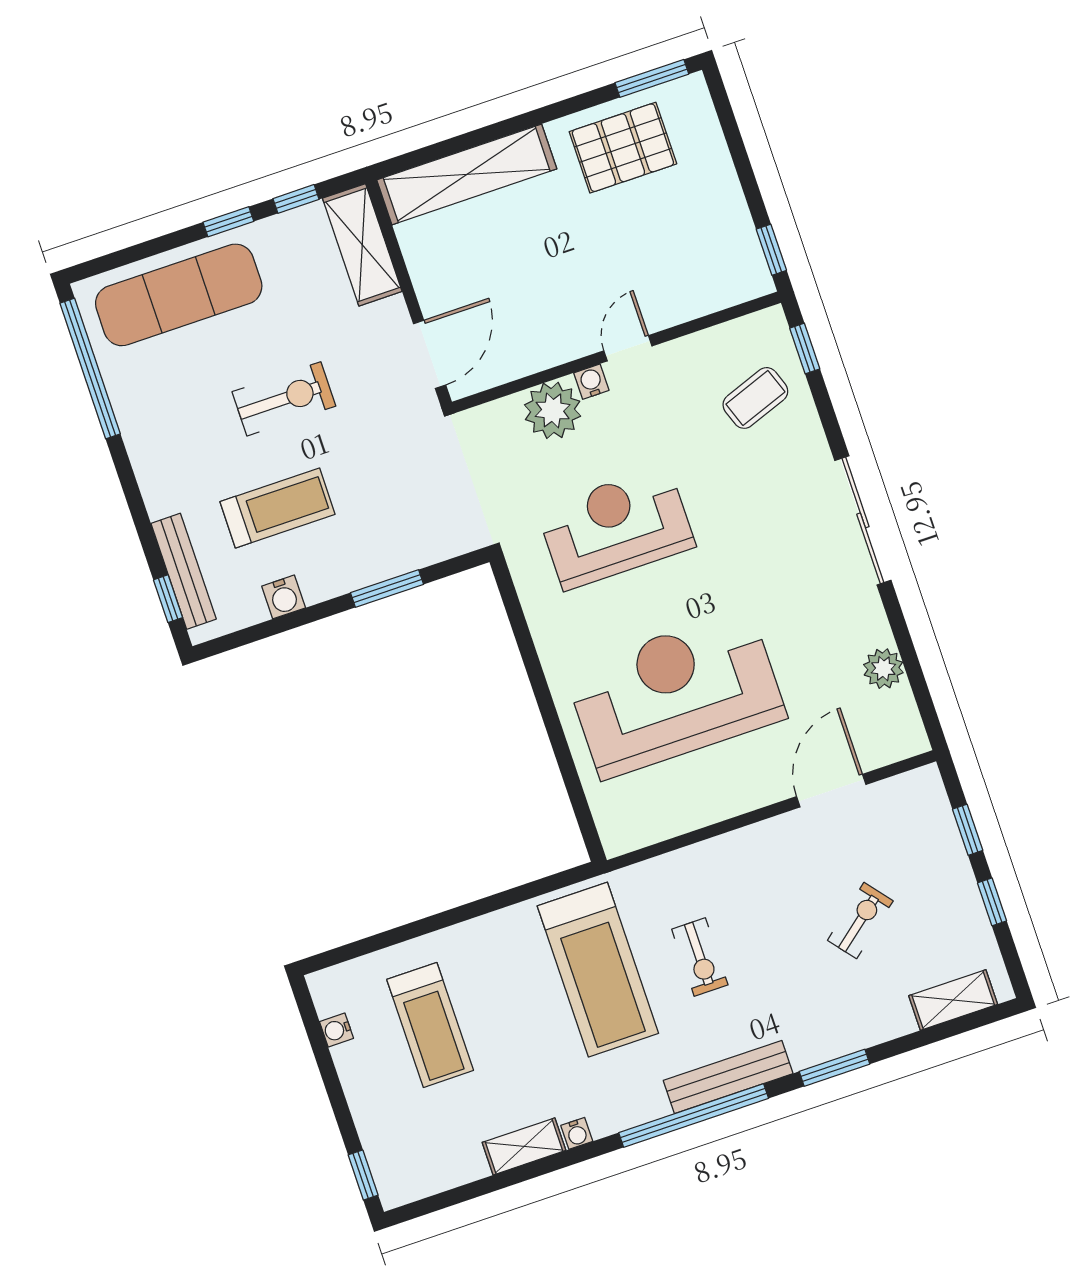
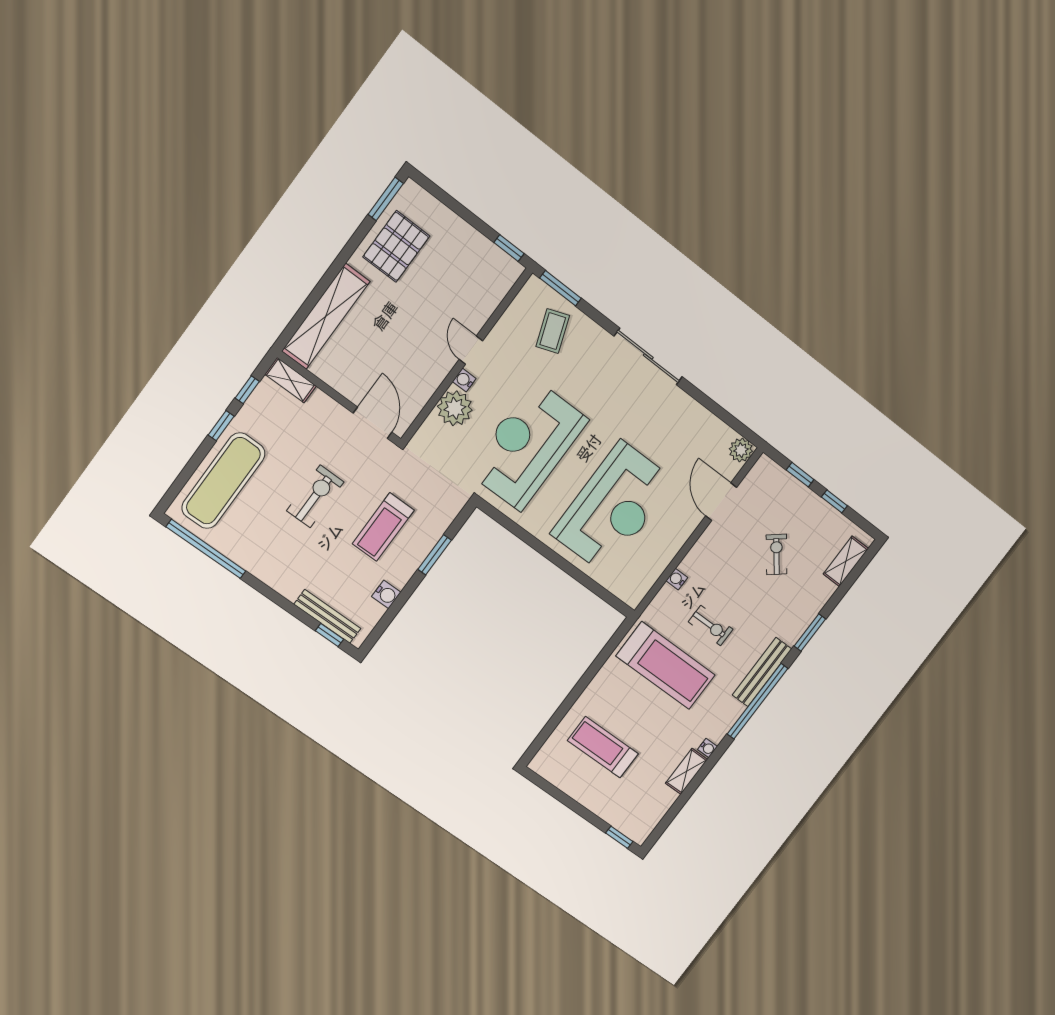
shelving: (362, 245) -> (291, 380), width x0.67, depth x0.75
window: (805, 349) -> (560, 288), width x1.50
treadmill: (278, 508) -> (383, 527), moved, turned 180
reception desk: (616, 528) -> (527, 445), width x1.36, depth x1.30
plant: (883, 669) -> (741, 450), moved
reception desk: (676, 694) -> (613, 507), turned 180
treadmill: (430, 1025) -> (603, 747), turned 180
water cooler: (336, 1030) -> (677, 579), moved, turned 90

